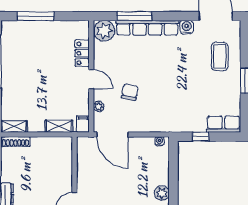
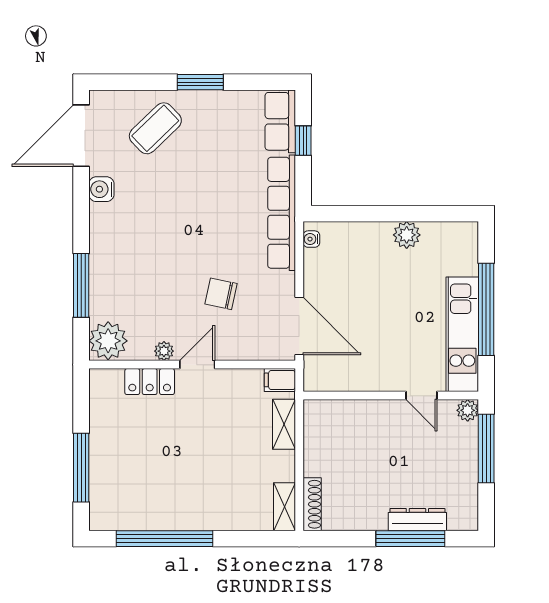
row of seats: (147, 28) -> (282, 213), moved, turned 180
coffee table: (220, 56) -> (155, 128), turned -44
plant: (99, 106) -> (164, 351), moved
door: (112, 135) -> (299, 326), hinge flipped
window: (201, 137) -> (303, 141), moved

